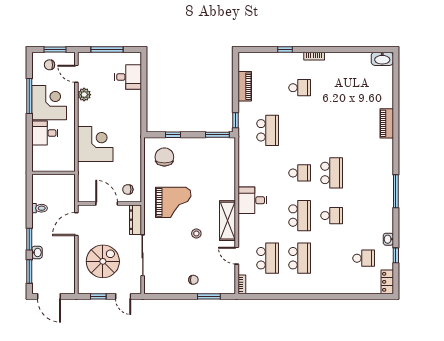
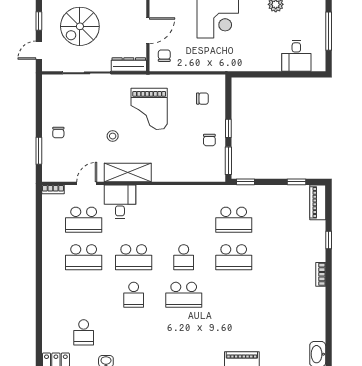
window: (235, 77) -> (296, 182), added
piano: (245, 86) -> (318, 202), moved, turned 90
school desk: (300, 88) -> (234, 257), moved, width x1.85
window: (173, 135) -> (228, 128), moved
chair: (200, 151) -> (209, 140), added
chair: (164, 157) -> (202, 99), width x0.54, depth x0.54
desk: (252, 200) -> (120, 202), moved
spiral stairs: (103, 261) -> (80, 26), turned 90

